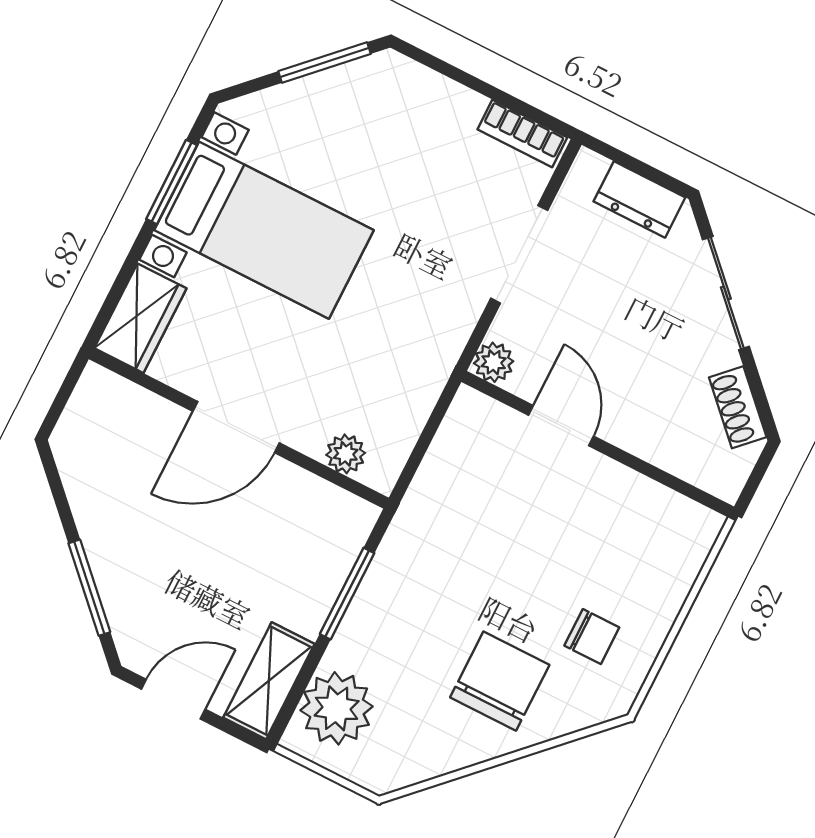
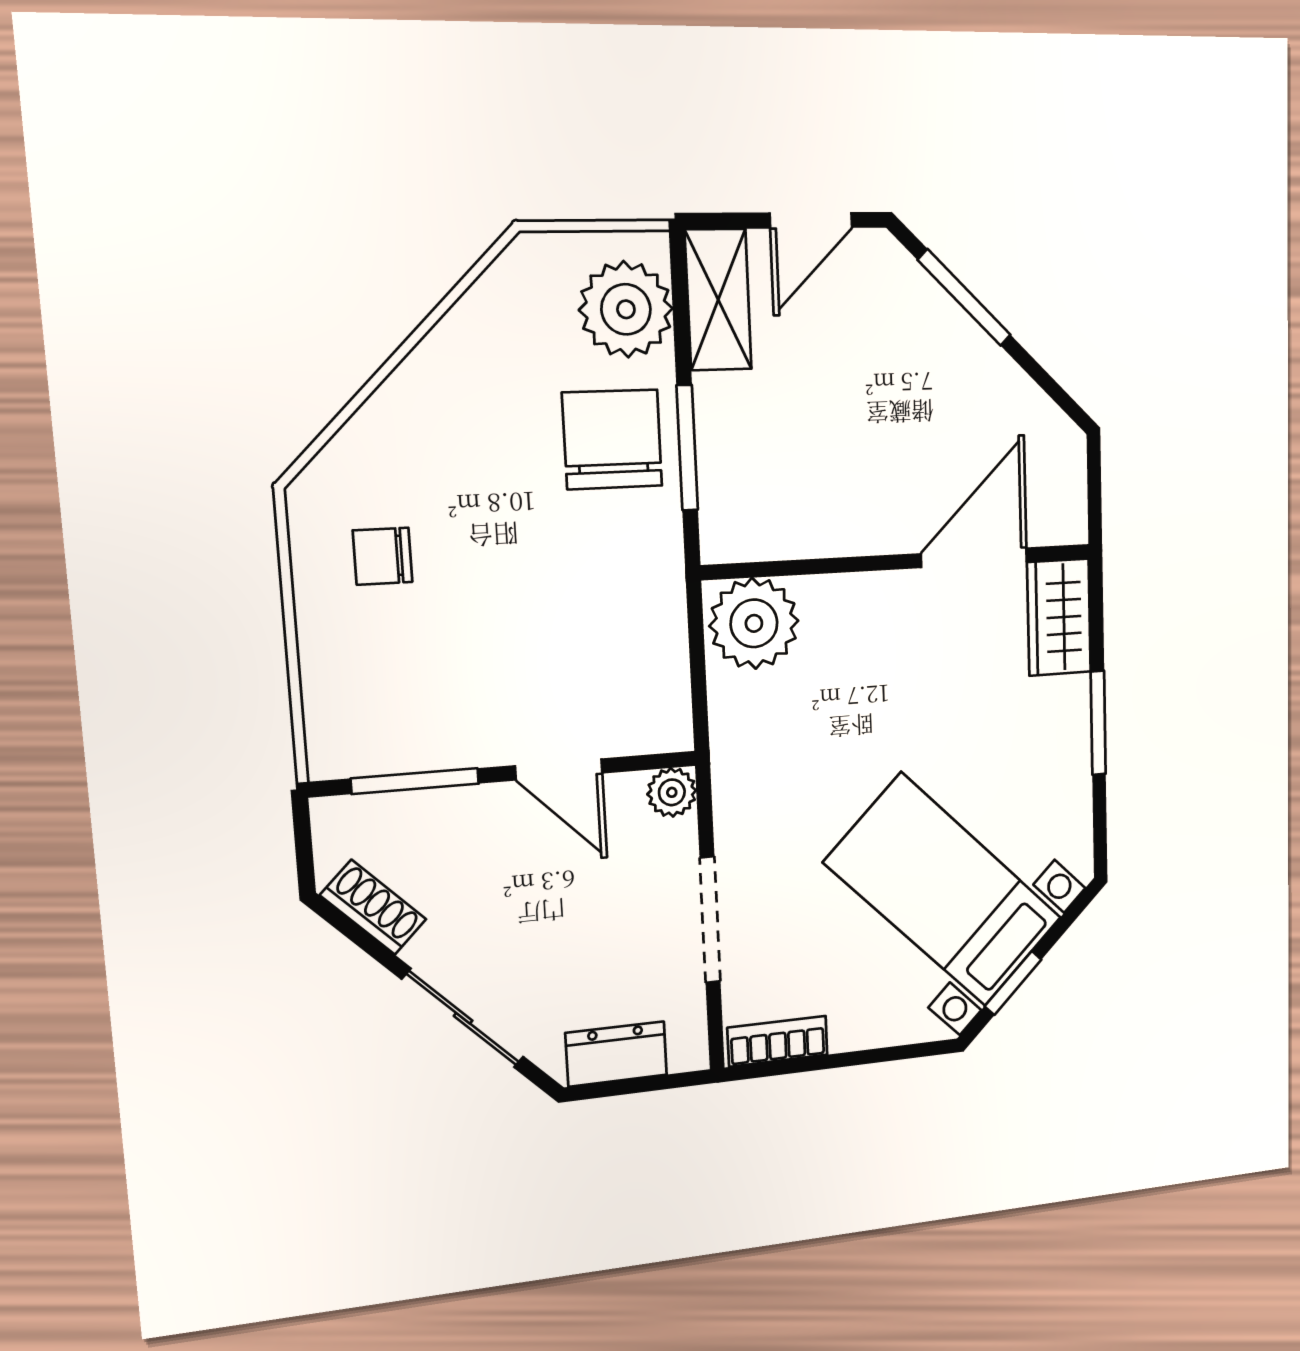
window: (325, 62) -> (1013, 983), width x0.67
window: (172, 182) -> (1098, 723), moved
bed with nightstands: (264, 230) -> (944, 890), moved, turned 45
door: (236, 427) -> (974, 558), moved
plant: (346, 454) -> (754, 623), width x1.88, depth x1.88
window: (660, 476) -> (415, 781), added
chair: (500, 681) -> (612, 439), moved, turned 180

